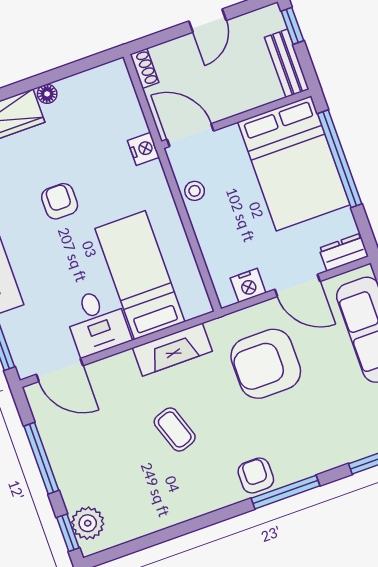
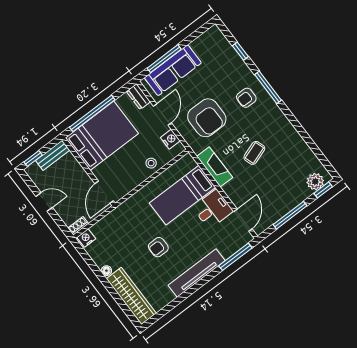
nightstand: (144, 149) -> (86, 238), moved
stool: (195, 191) -> (151, 163), moved
armchair: (256, 476) -> (246, 98), moved

